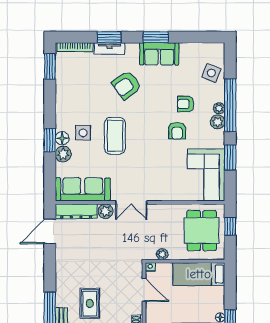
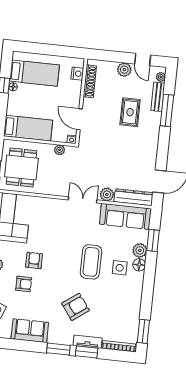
window: (156, 37) -> (58, 349), moved
sofa: (159, 54) -> (30, 331), moved
window: (50, 140) -> (153, 240), moved

